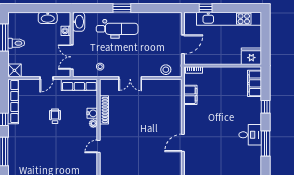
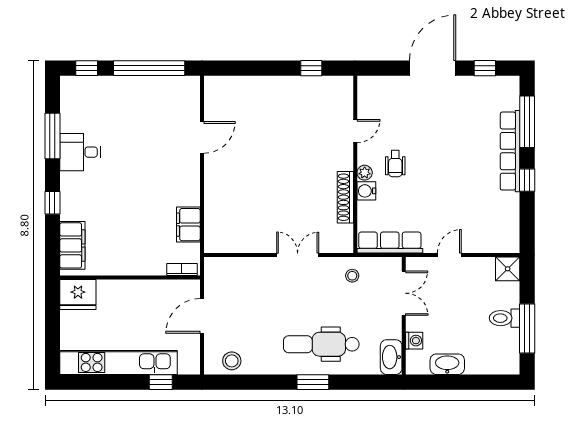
stool: (166, 70) -> (232, 361), moved
row of seats: (13, 102) -> (510, 151), moved
wheelchair: (55, 116) -> (395, 164), moved

